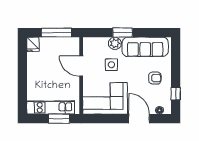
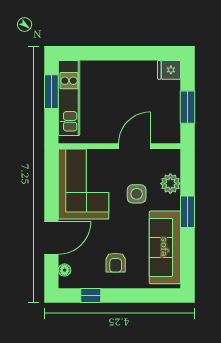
window: (56, 33) -> (187, 107), width x0.69
plant: (115, 43) -> (170, 184), moved
window: (59, 119) -> (51, 92), moved

